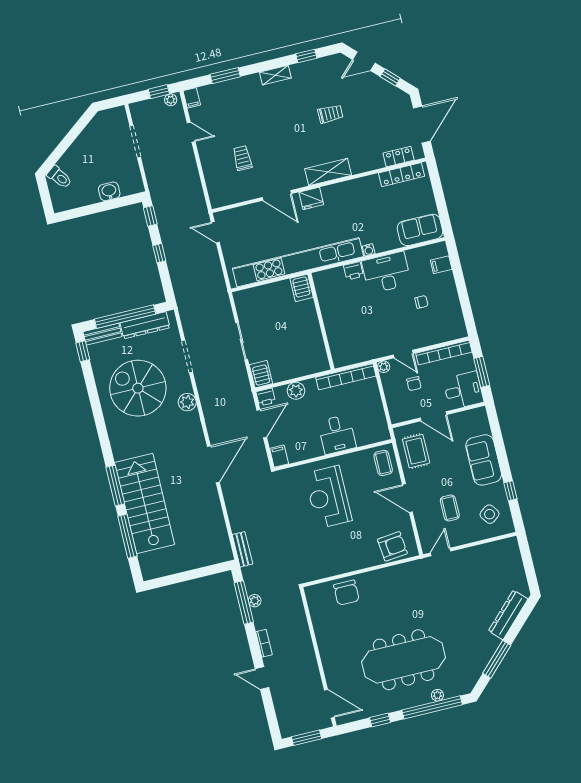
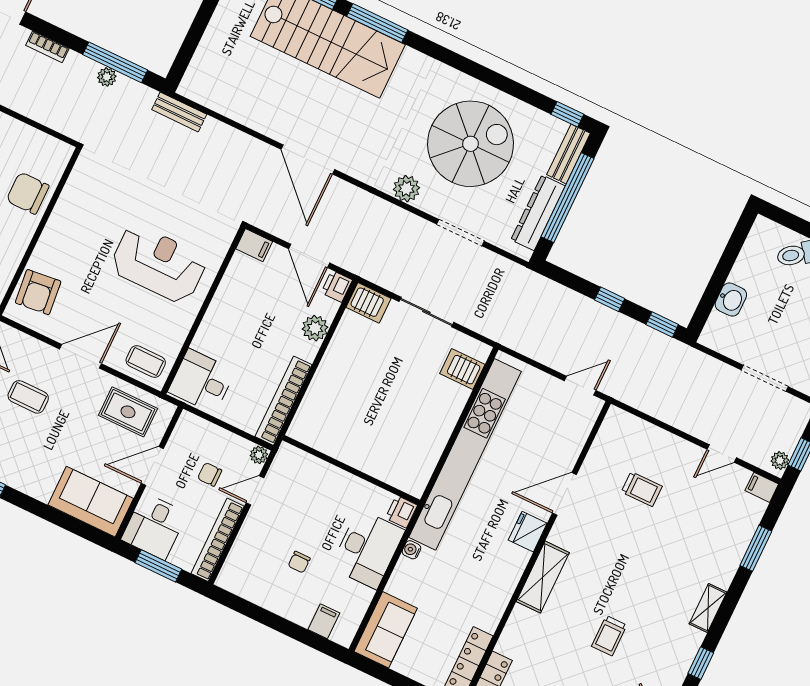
server rack: (302, 288) -> (462, 369), moved
wall: (321, 321) -> (351, 470), moved
desk: (337, 434) -> (202, 381), moved
sofa: (484, 460) -> (91, 502), moved

